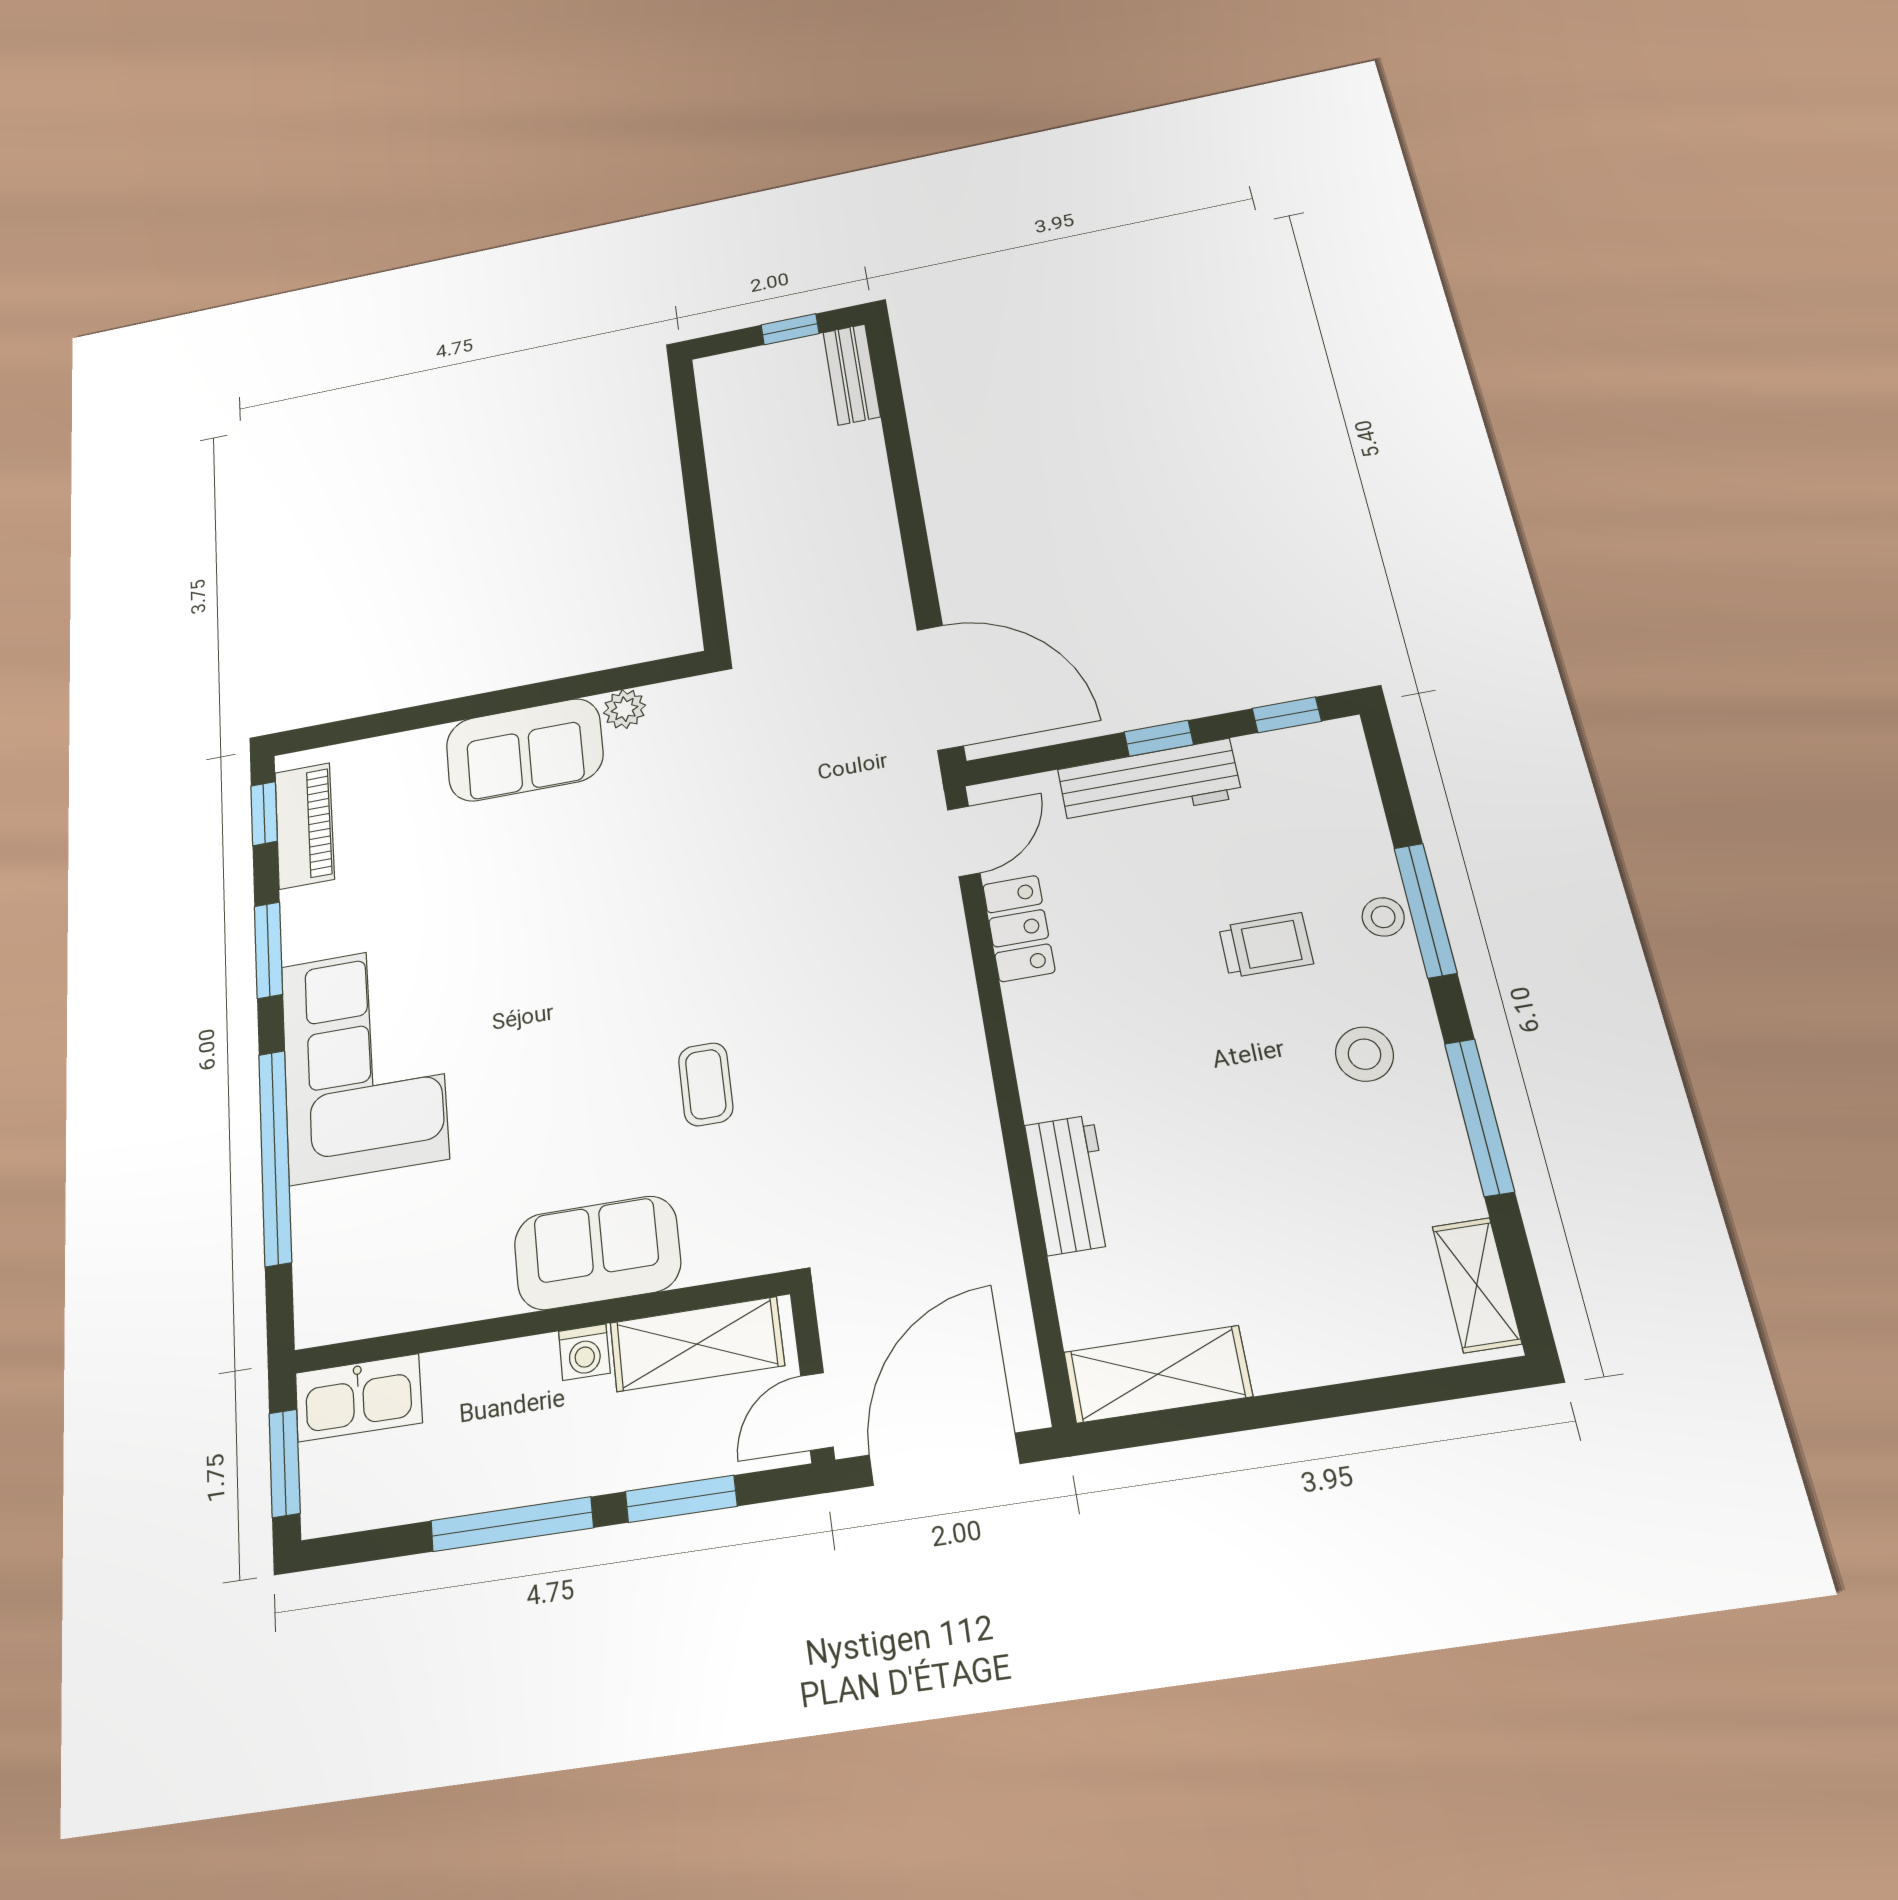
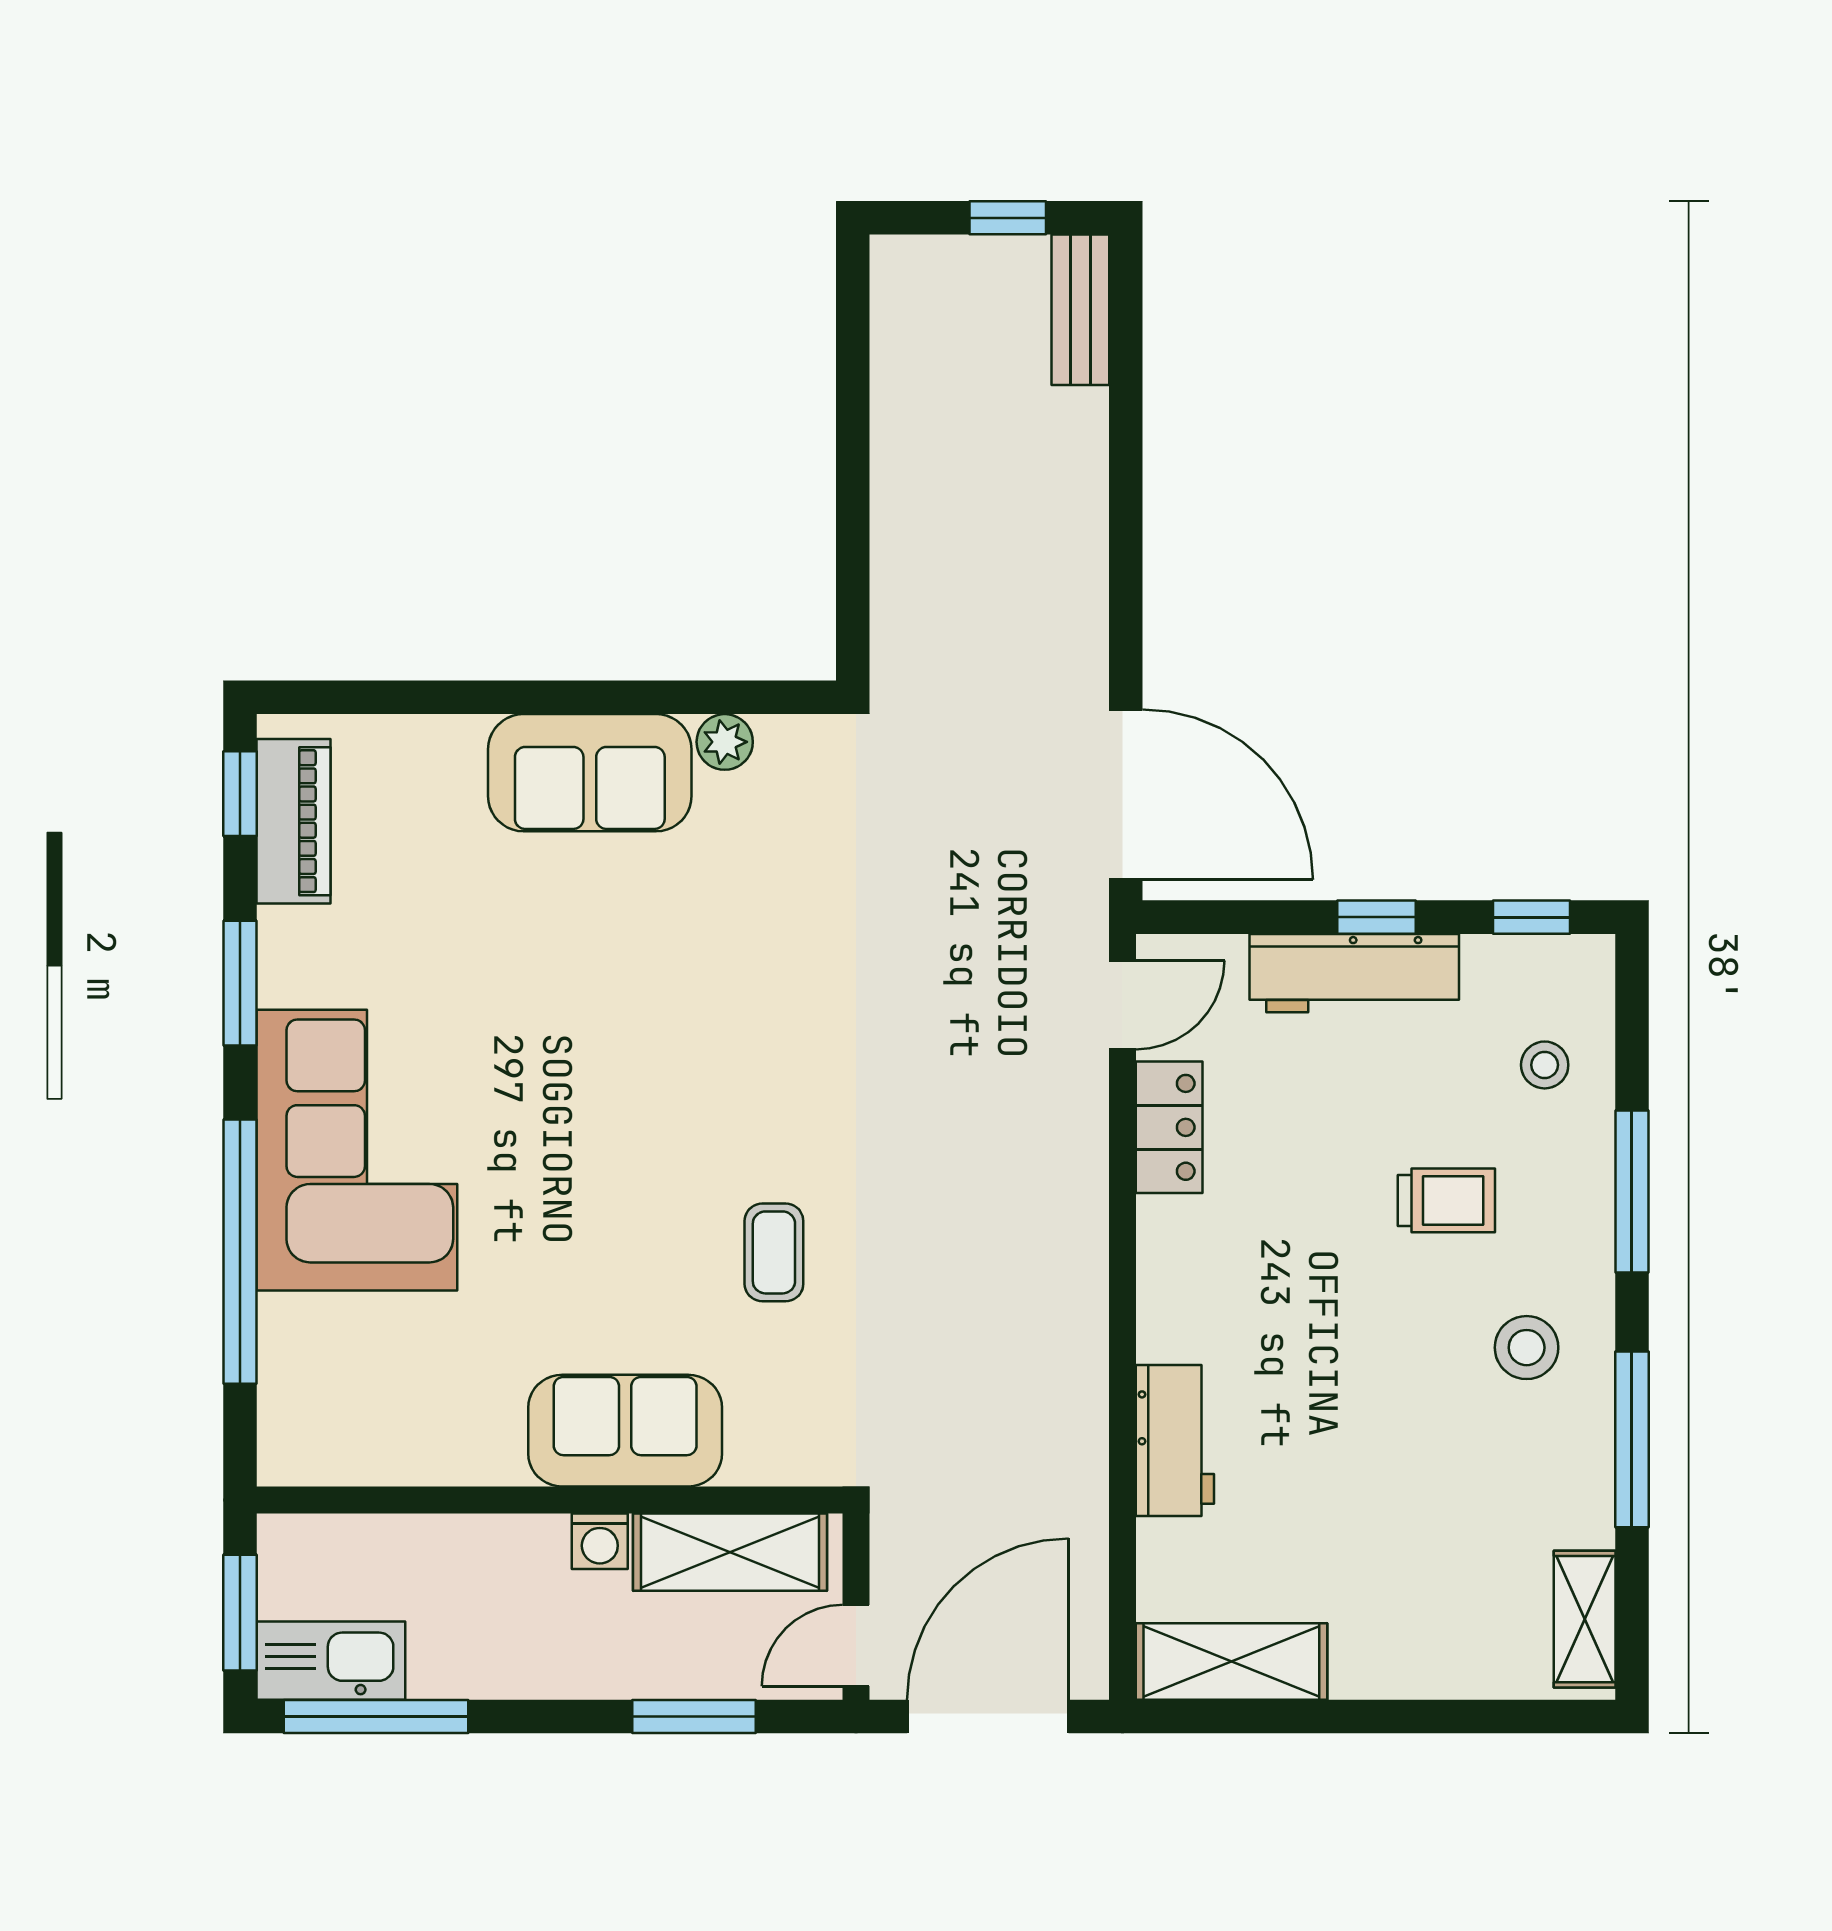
stool: (1383, 917) -> (1545, 1065), moved
kitchen sink: (358, 1398) -> (331, 1661), moved, turned 180
window: (512, 1524) -> (376, 1716), moved

